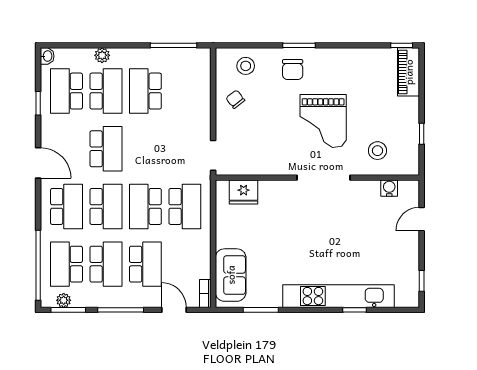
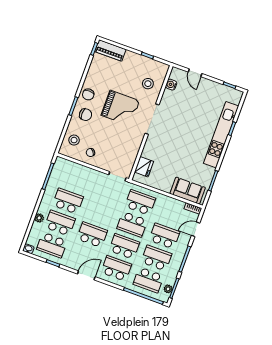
chair: (326, 62) -> (88, 94), added
school desk: (145, 91) -> (68, 201), turned 180

